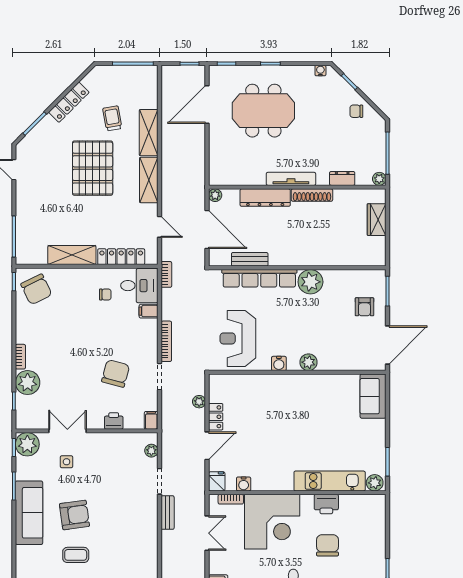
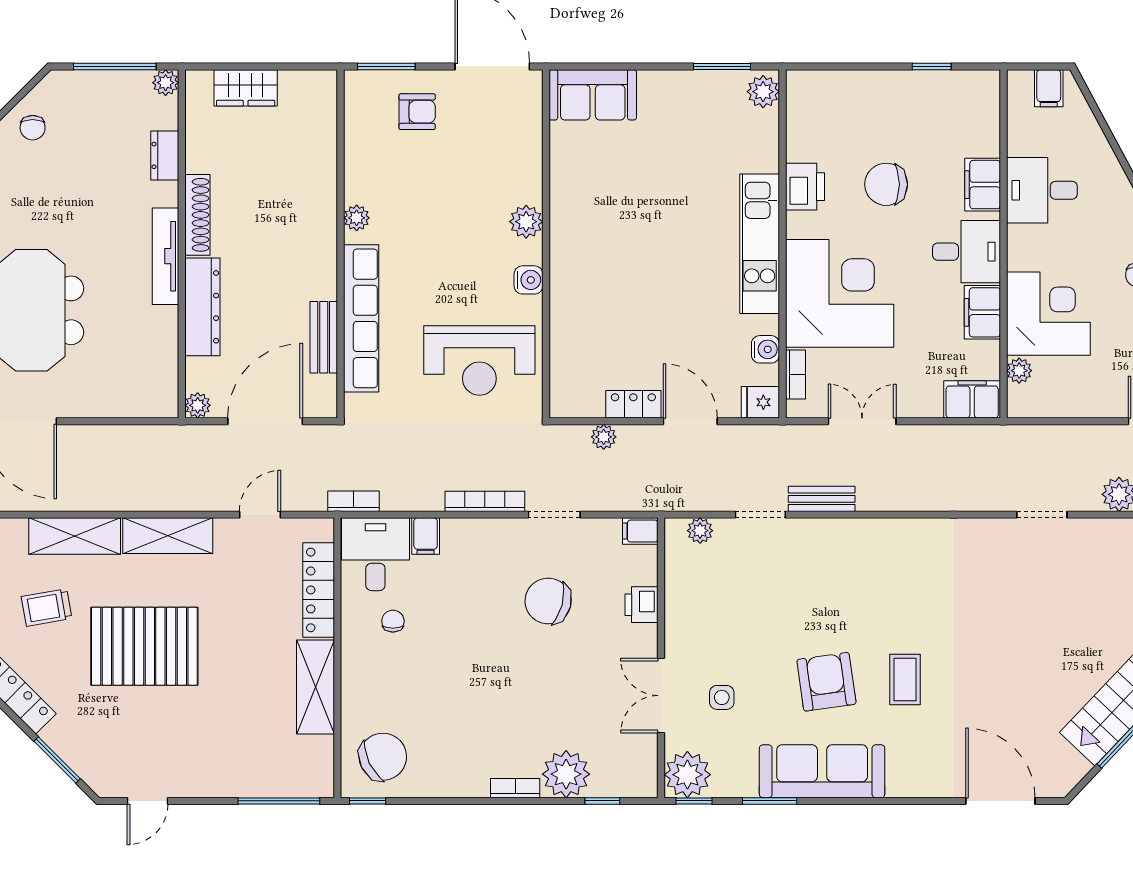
plant: (310, 282) -> (357, 218), width x0.53, depth x0.53
kitchen unit: (330, 481) -> (760, 244), moved

